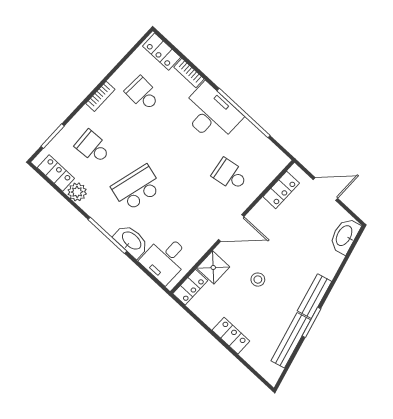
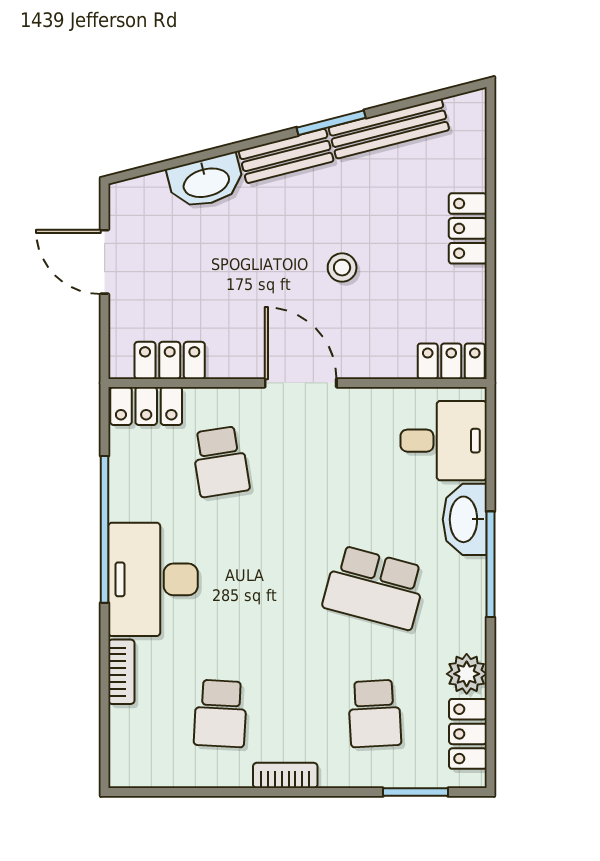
locker: (162, 52) -> (146, 406), moved, turned 90
door: (325, 189) -> (105, 262), moved
washbasin: (345, 236) -> (206, 181), moved
shower: (213, 267) -> (388, 354), removed

